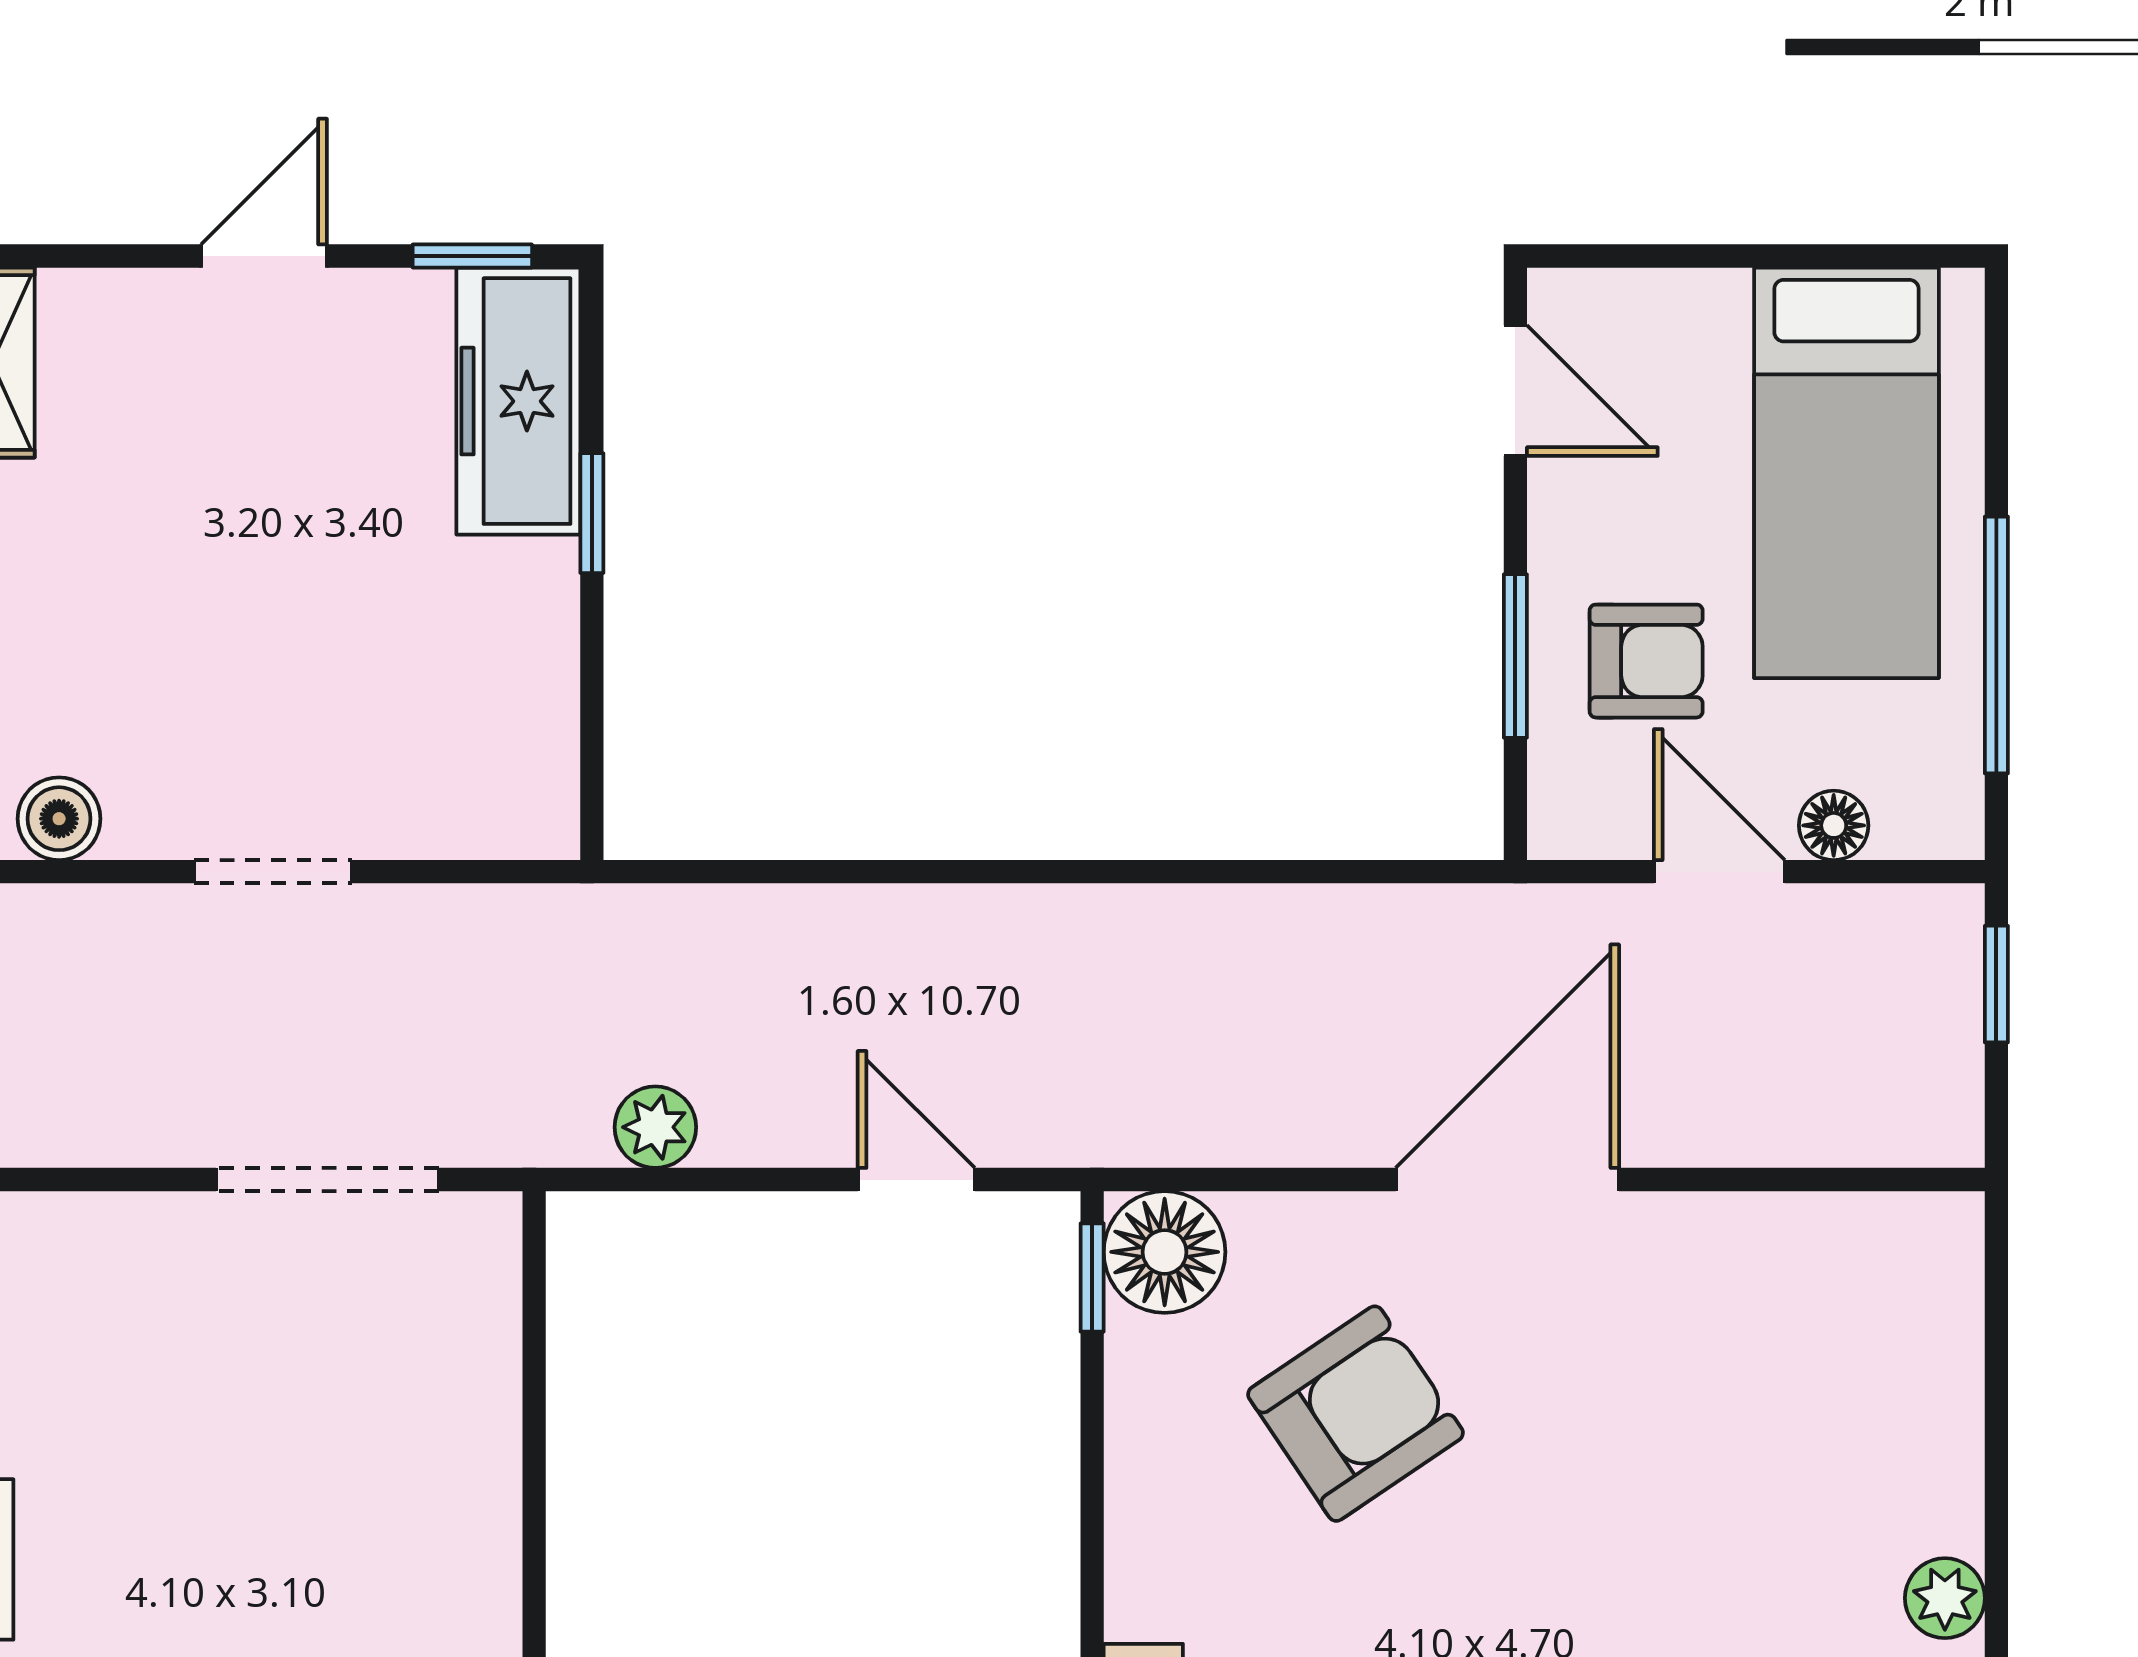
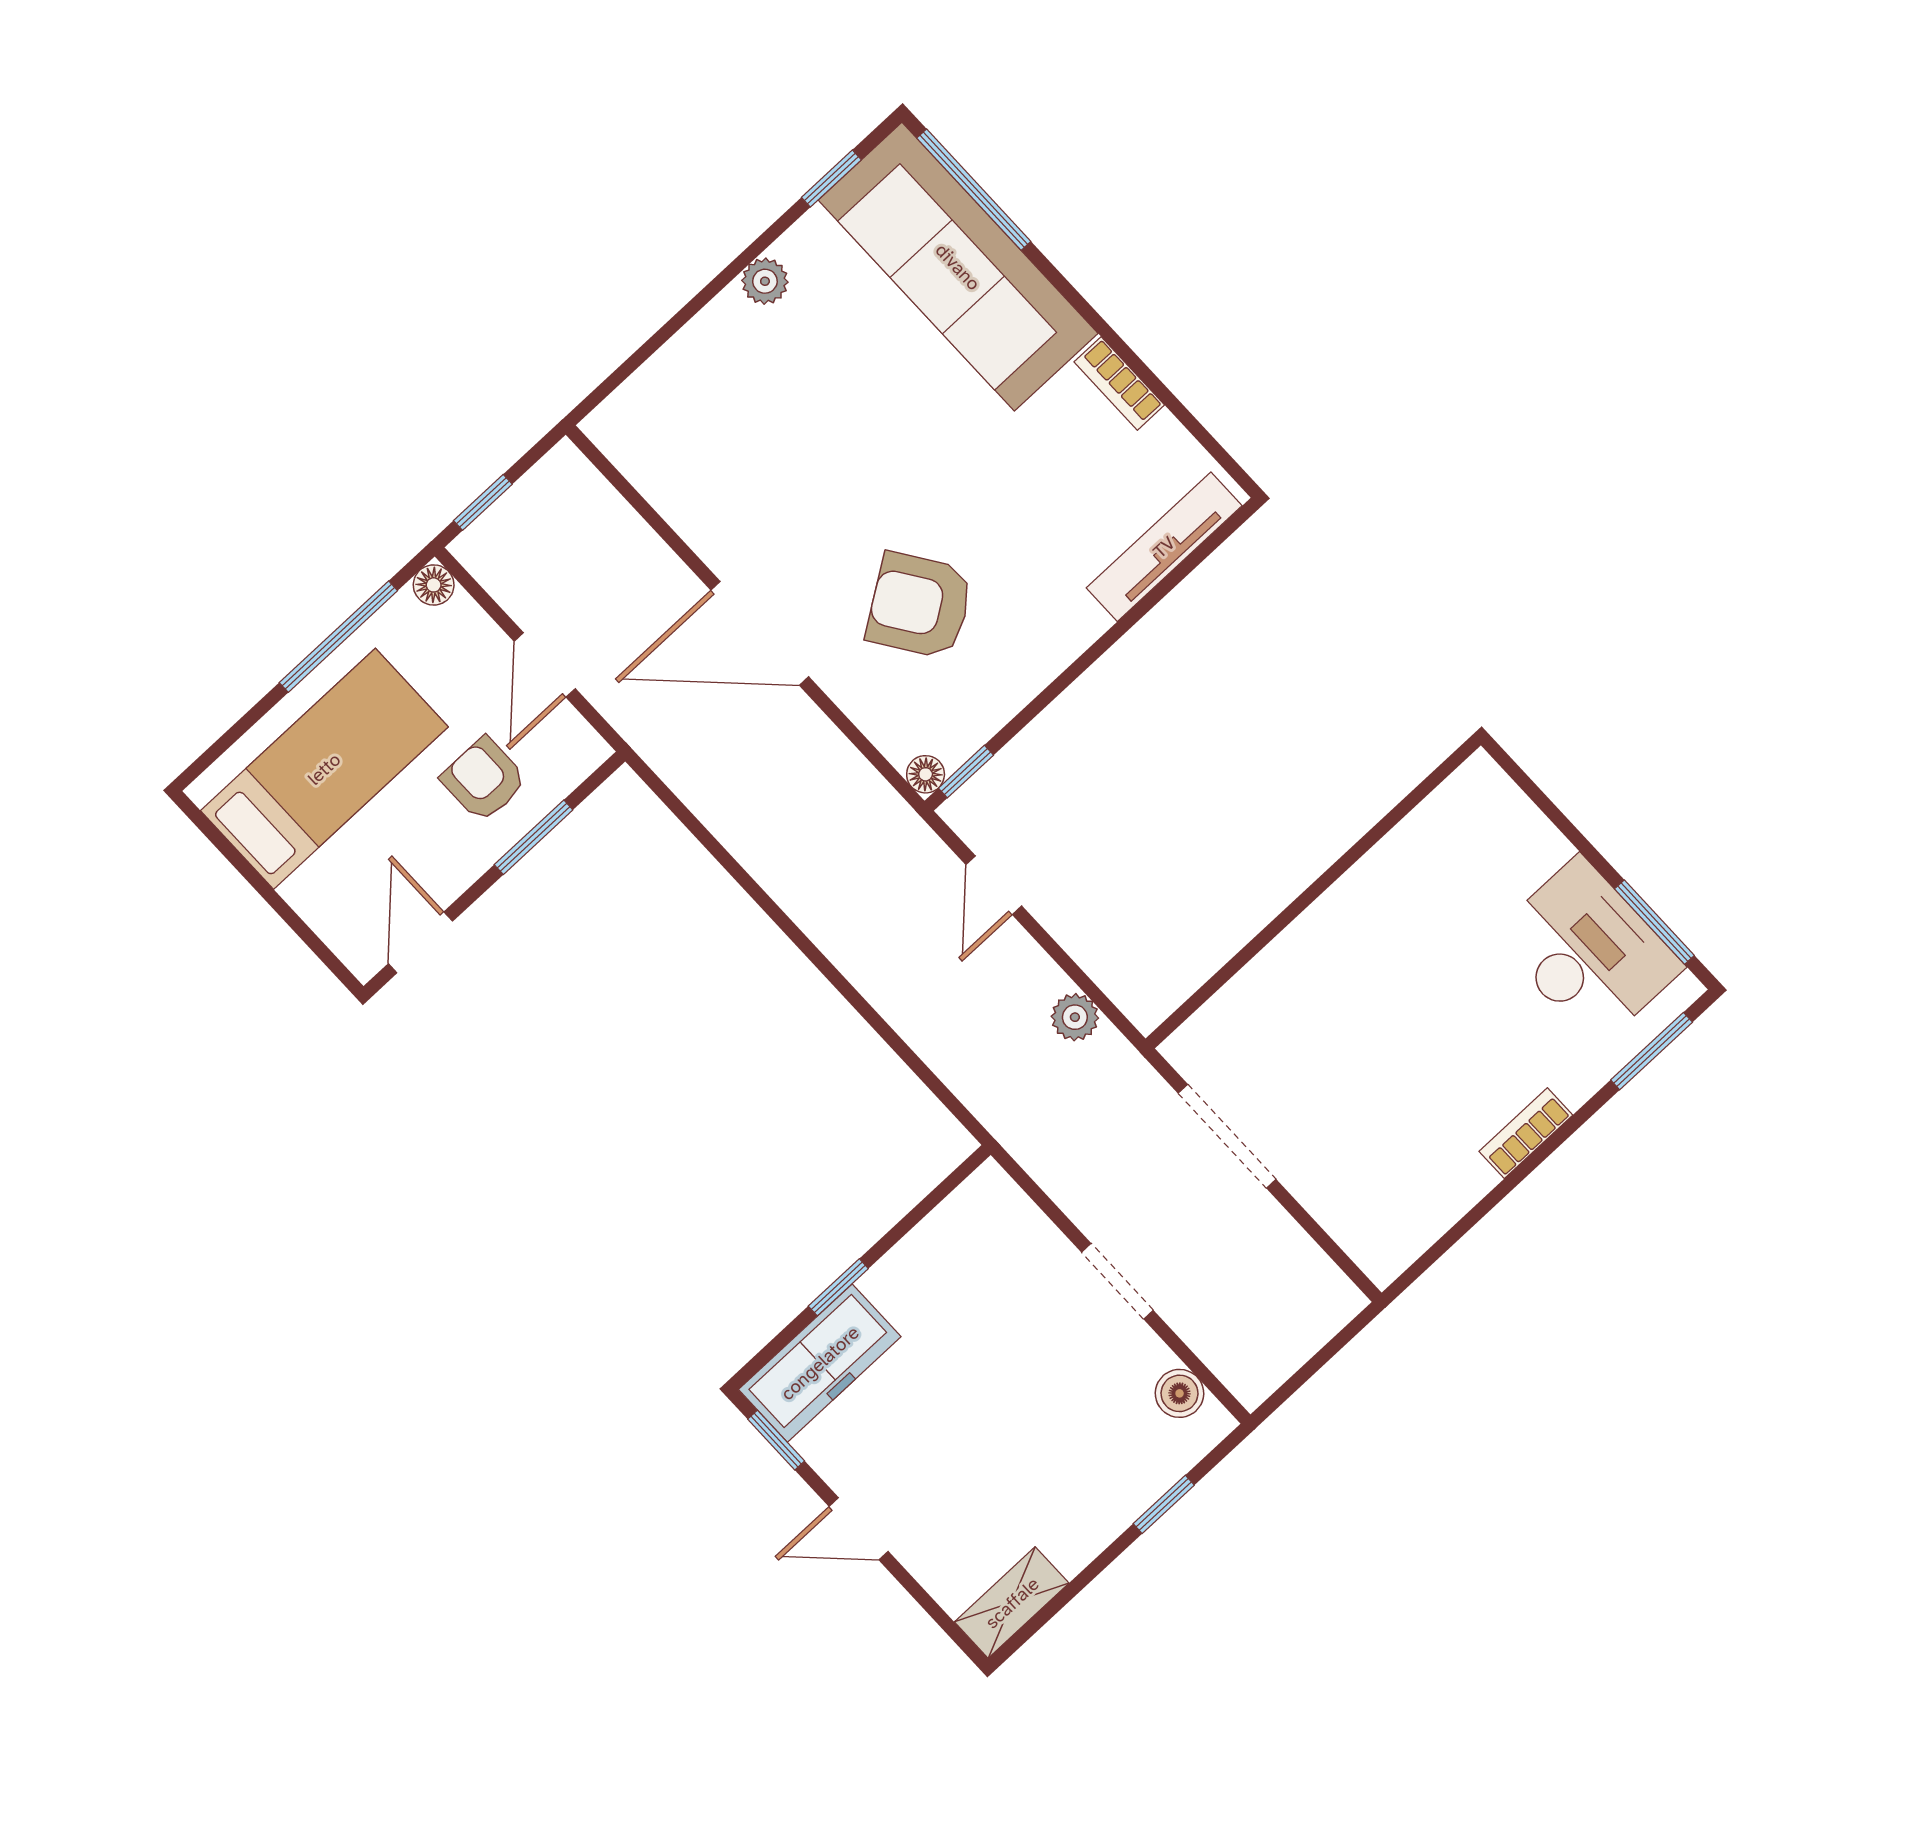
floor lamp: (1834, 825) -> (434, 585), moved
floor lamp: (1165, 1252) -> (926, 774), width x0.53, depth x0.53

